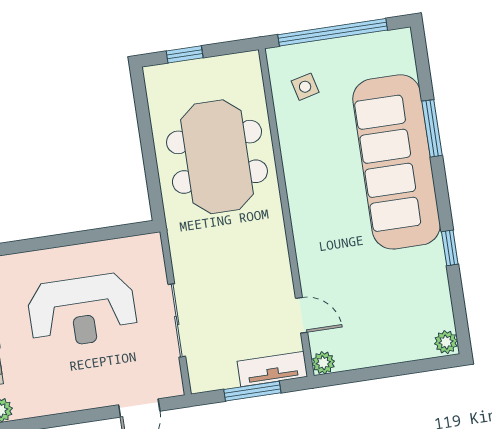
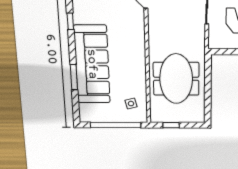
window: (185, 54) -> (171, 125), moved

